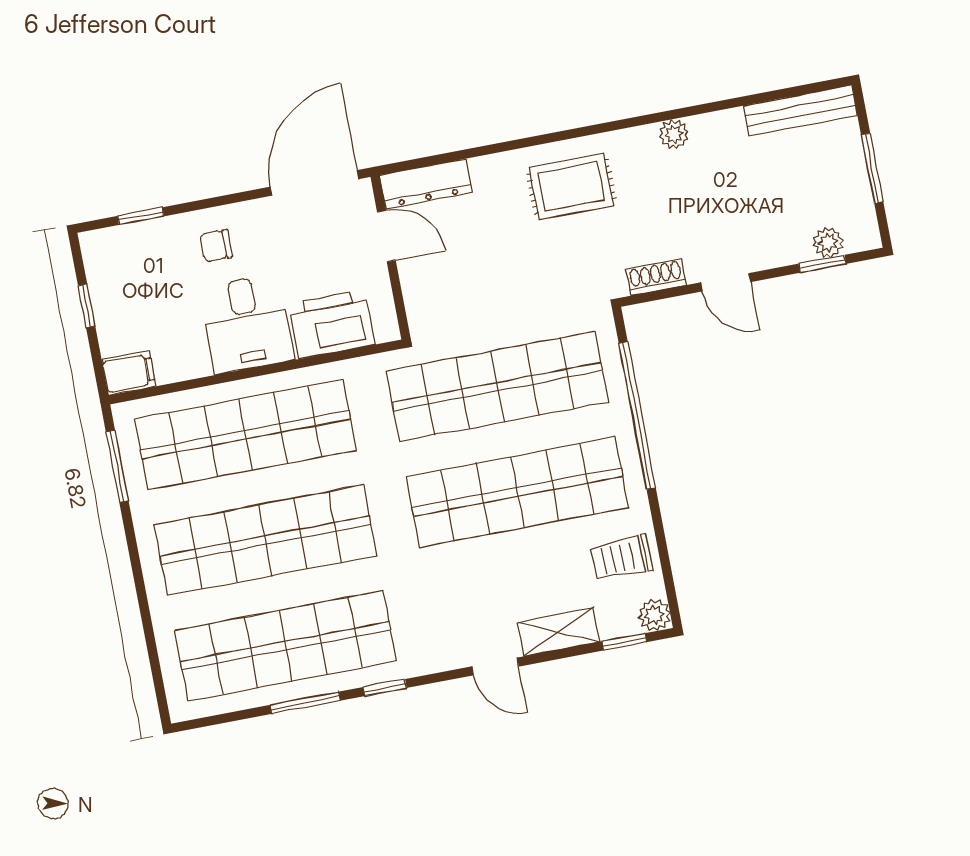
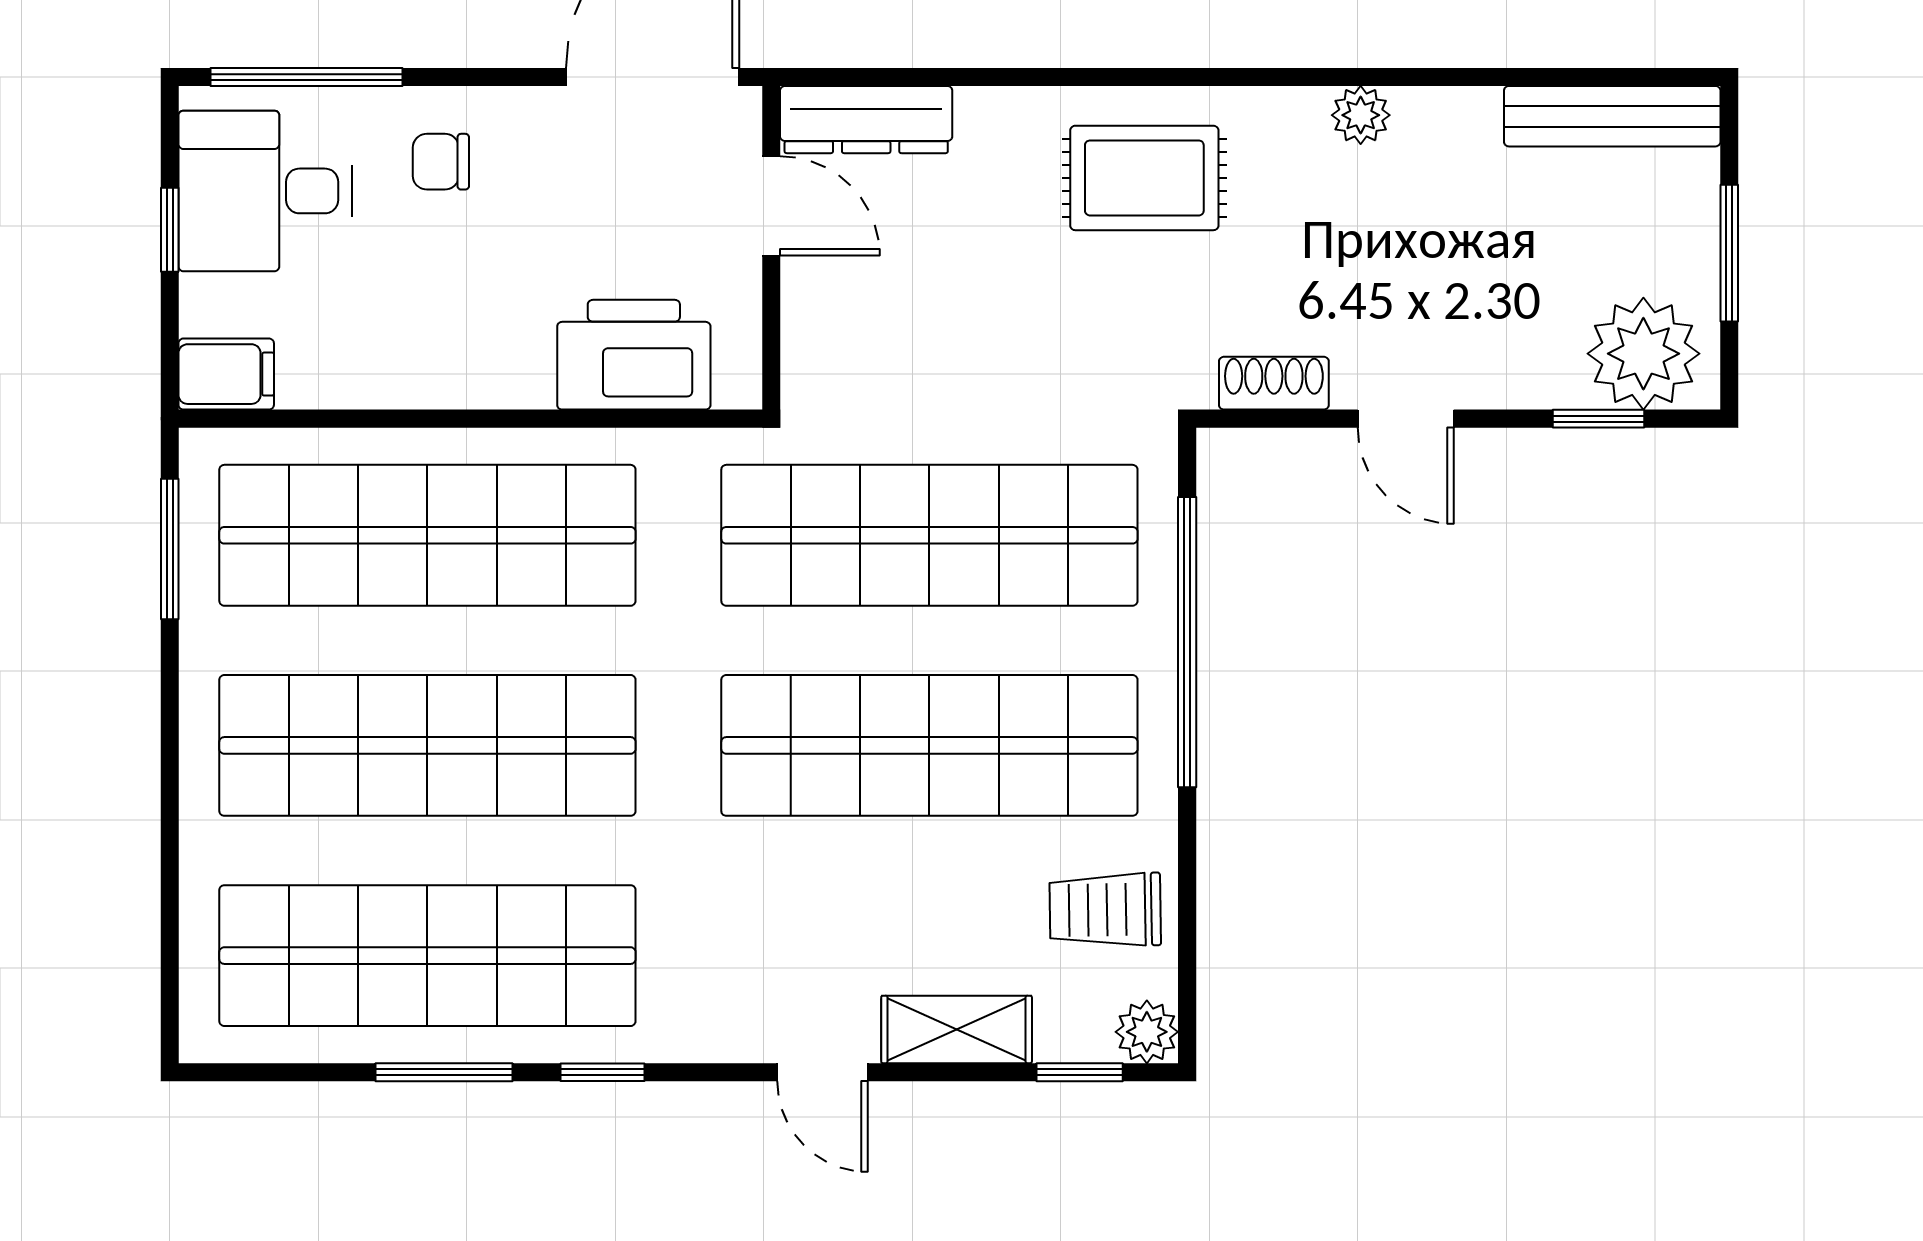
window: (141, 216) -> (306, 77), width x2.17
plant: (828, 243) -> (1643, 354), width x1.87, depth x1.87
desk: (247, 324) -> (265, 191), moved, turned 90

